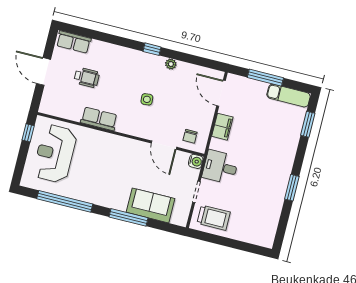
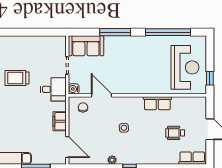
sofa: (150, 205) -> (86, 46), moved
trolley: (214, 218) -> (17, 78), moved

